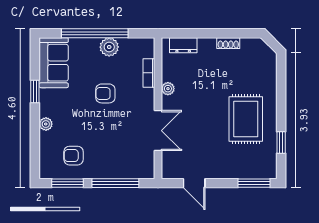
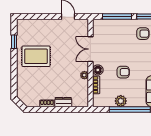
dresser: (183, 45) -> (63, 102), moved
floor lamp: (146, 97) -> (98, 70), added
rug: (246, 119) -> (36, 56), turned 90
window: (254, 183) -> (31, 17), removed

